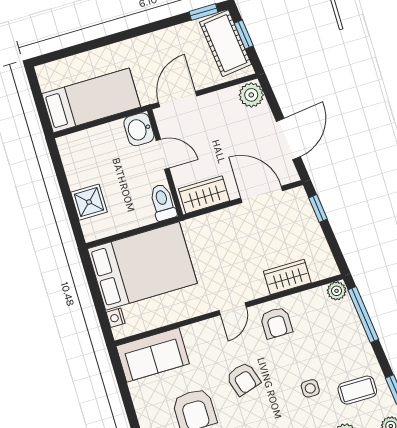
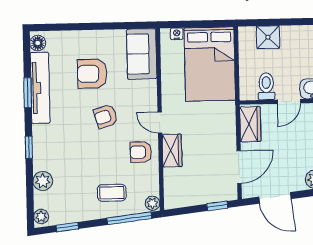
toilet: (163, 202) -> (266, 86), moved, turned -90
wardrobe: (287, 277) -> (172, 151), moved
side table: (310, 388) -> (85, 164), removed
coffee table: (357, 390) -> (112, 193), moved, turned 90

